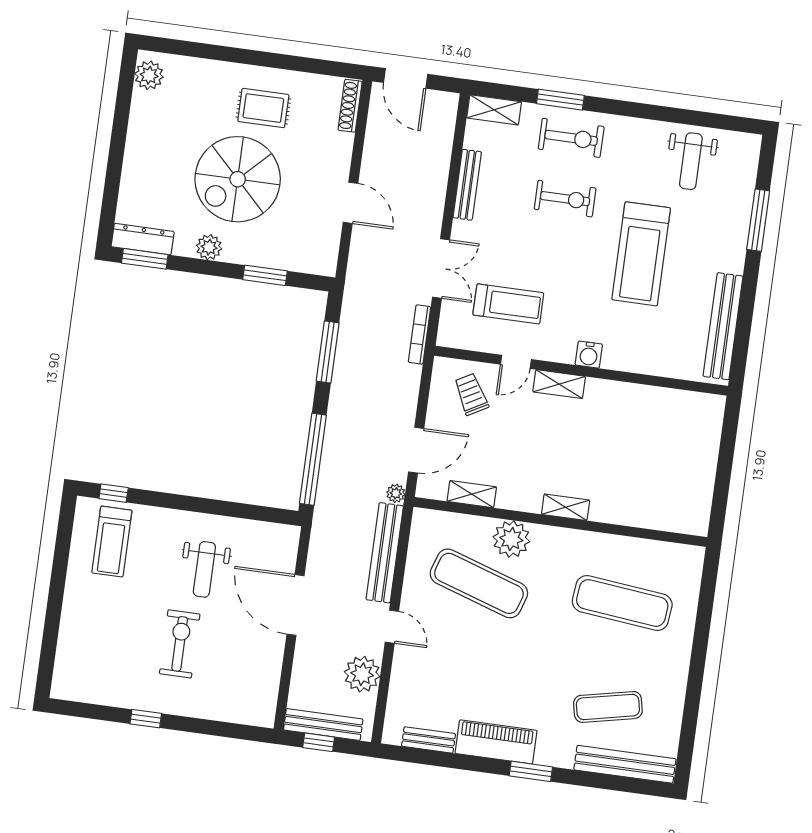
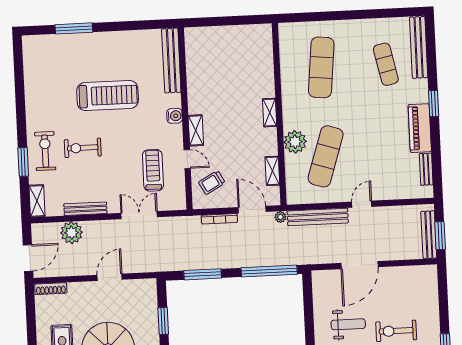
weight bench: (691, 161) -> (46, 76), removed
exercise bike: (565, 199) -> (83, 148), turned -90
bench: (723, 326) -> (171, 61), moved, turned 90
bookcase: (419, 334) -> (219, 219), moved
plant: (362, 674) -> (72, 233), moved
window: (319, 742) -> (440, 236), width x1.50

